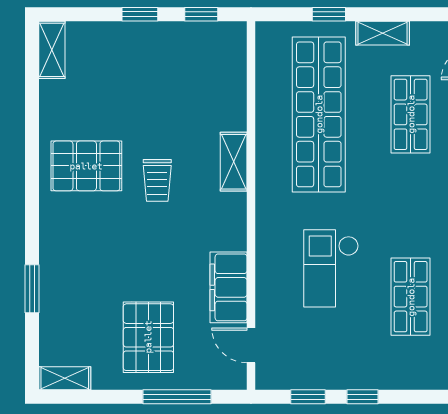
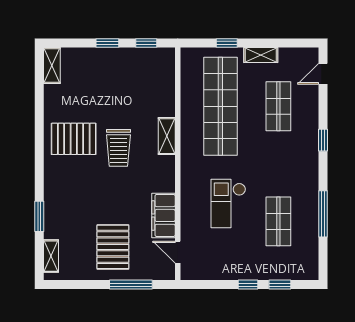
trolley: (157, 180) -> (118, 148), width x1.36, depth x1.39
shelving: (65, 378) -> (51, 256), moved, turned 90
window: (308, 397) -> (280, 285), moved

